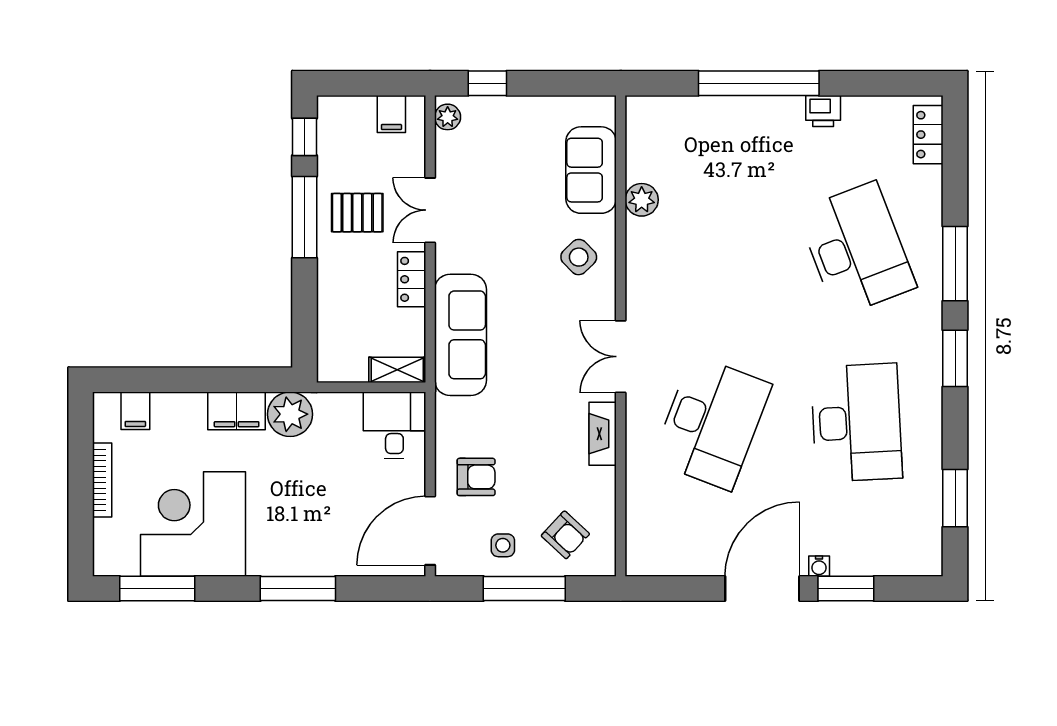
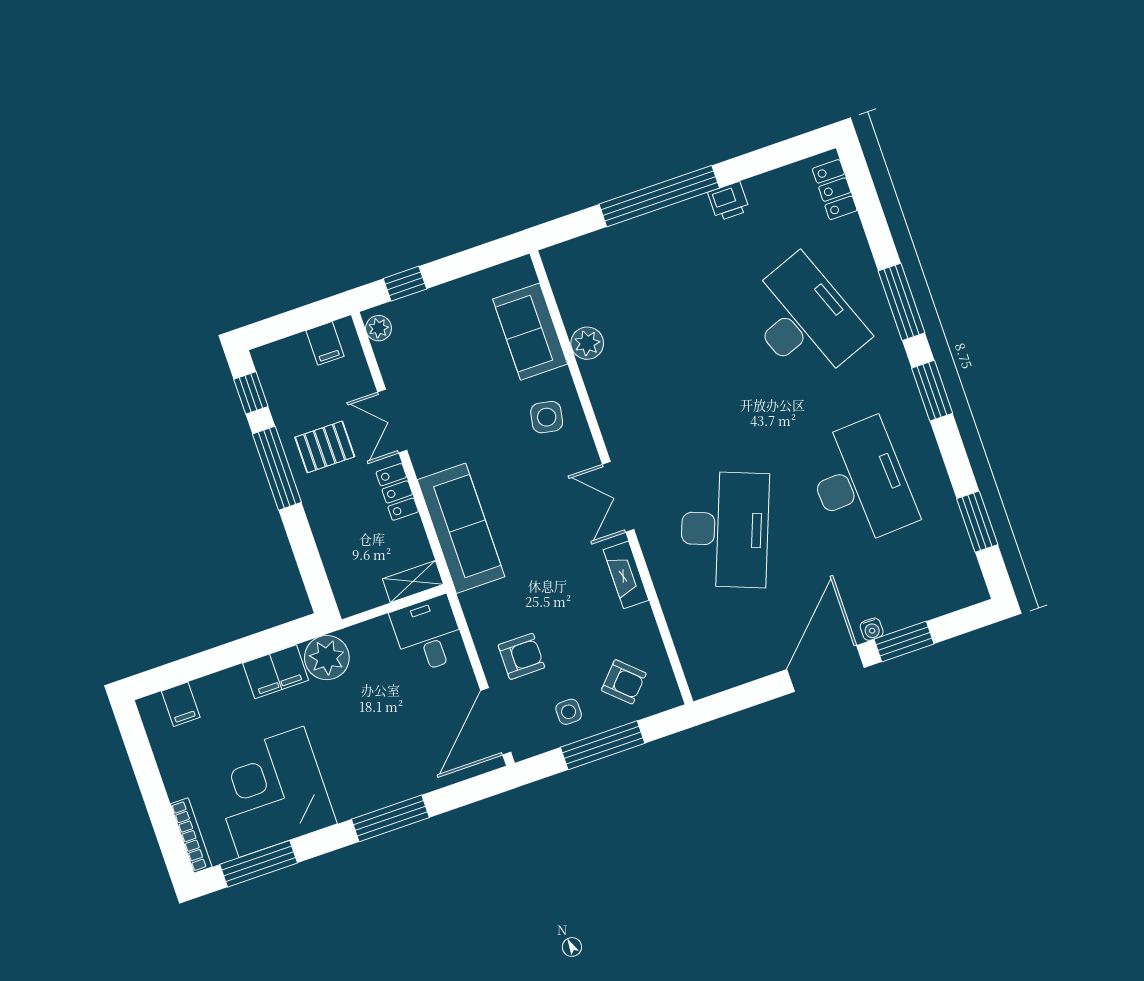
side table: (579, 257) -> (547, 417), turned -35
bookcase: (102, 480) -> (191, 835), moved

